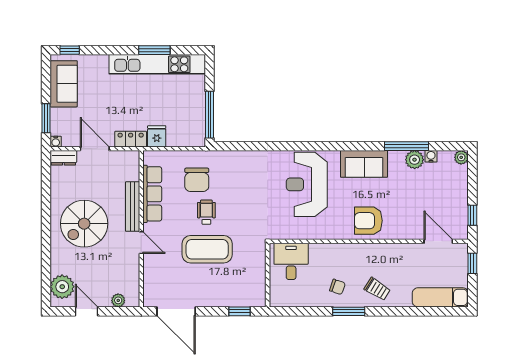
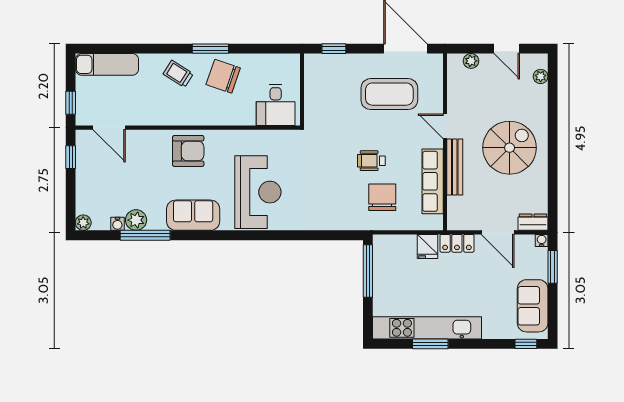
wheelchair: (206, 212) -> (371, 161), turned 90
coffee table: (207, 249) -> (389, 94), moved
plant: (62, 287) -> (541, 76), width x0.53, depth x0.53
chair: (337, 287) -> (223, 76), width x1.87, depth x1.87

